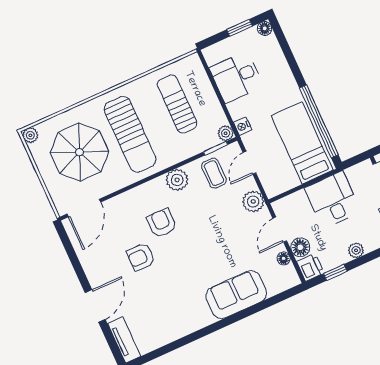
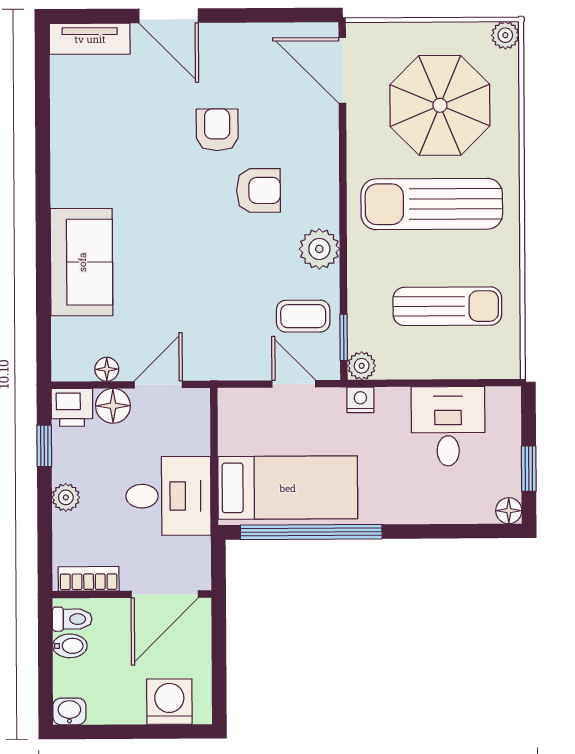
plant: (253, 201) -> (226, 361), removed
door: (280, 230) -> (158, 385), hinge flipped

